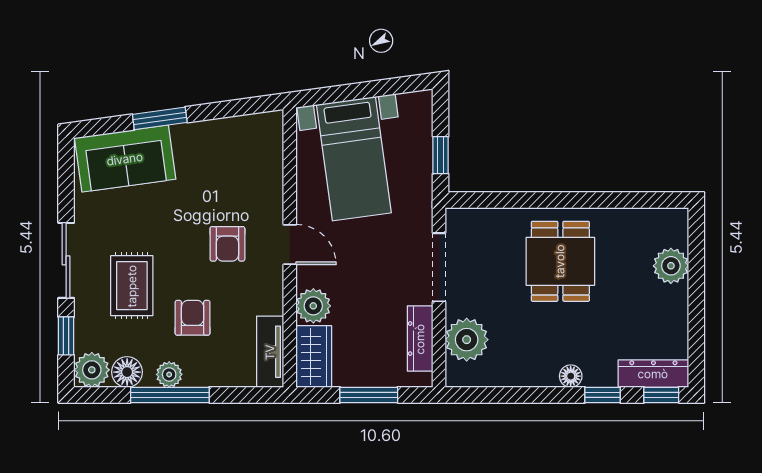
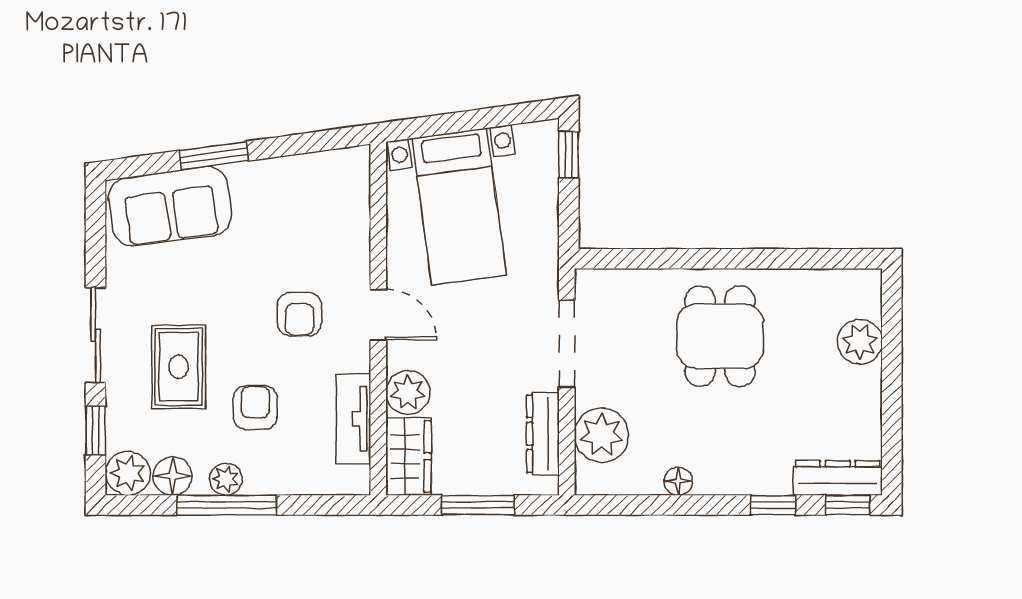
window: (441, 155) -> (569, 154), moved
tv unit: (270, 352) -> (353, 419), moved
floor lamp: (571, 376) -> (678, 481), moved

